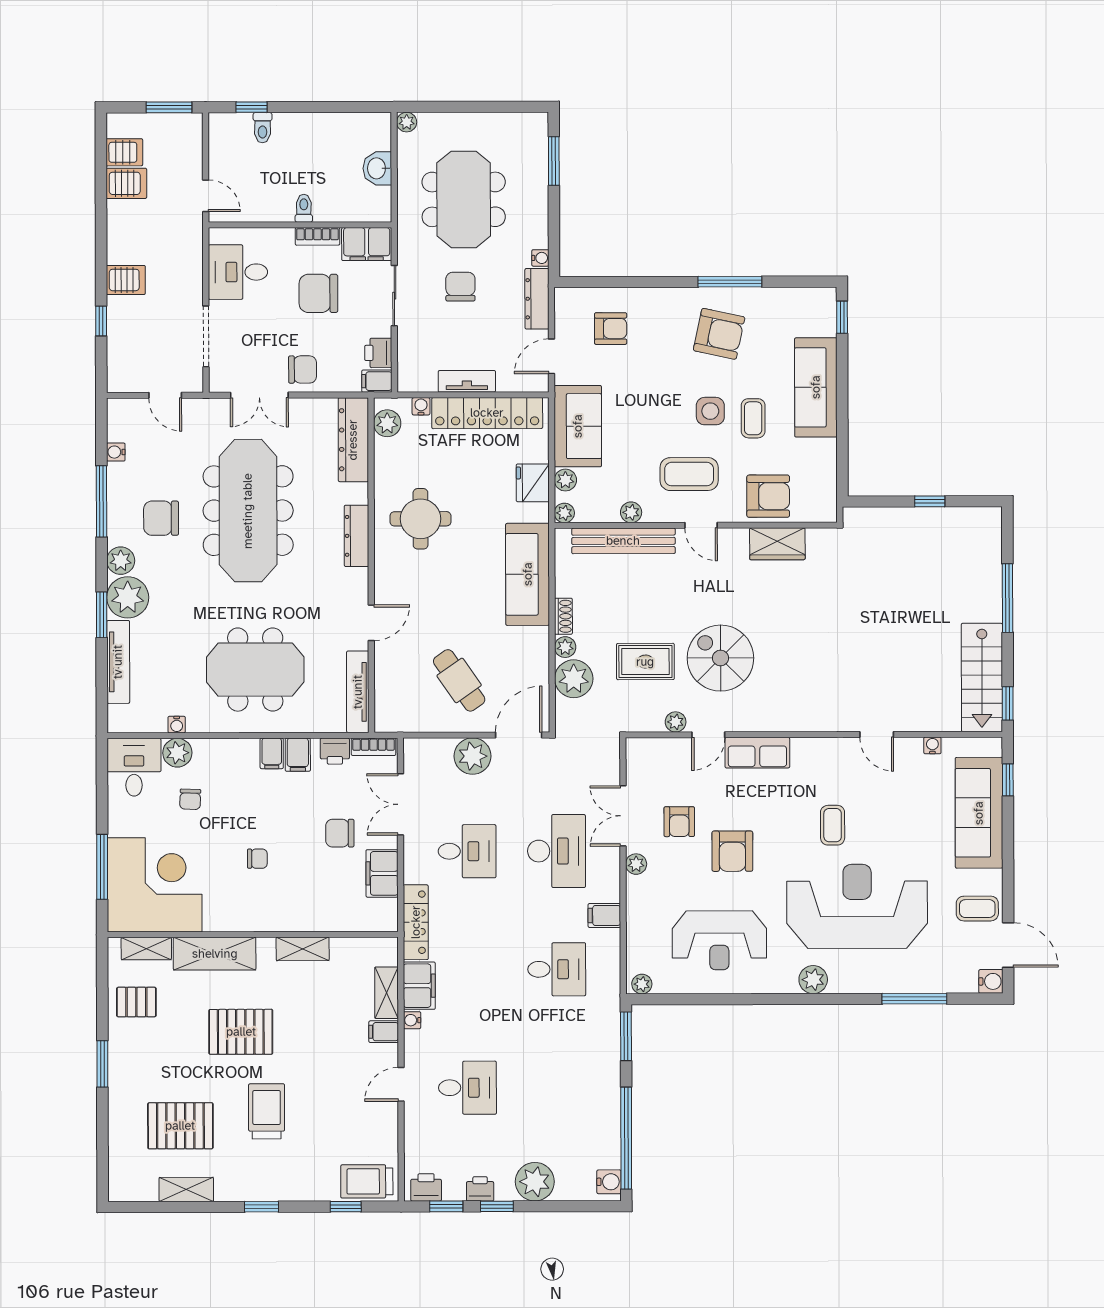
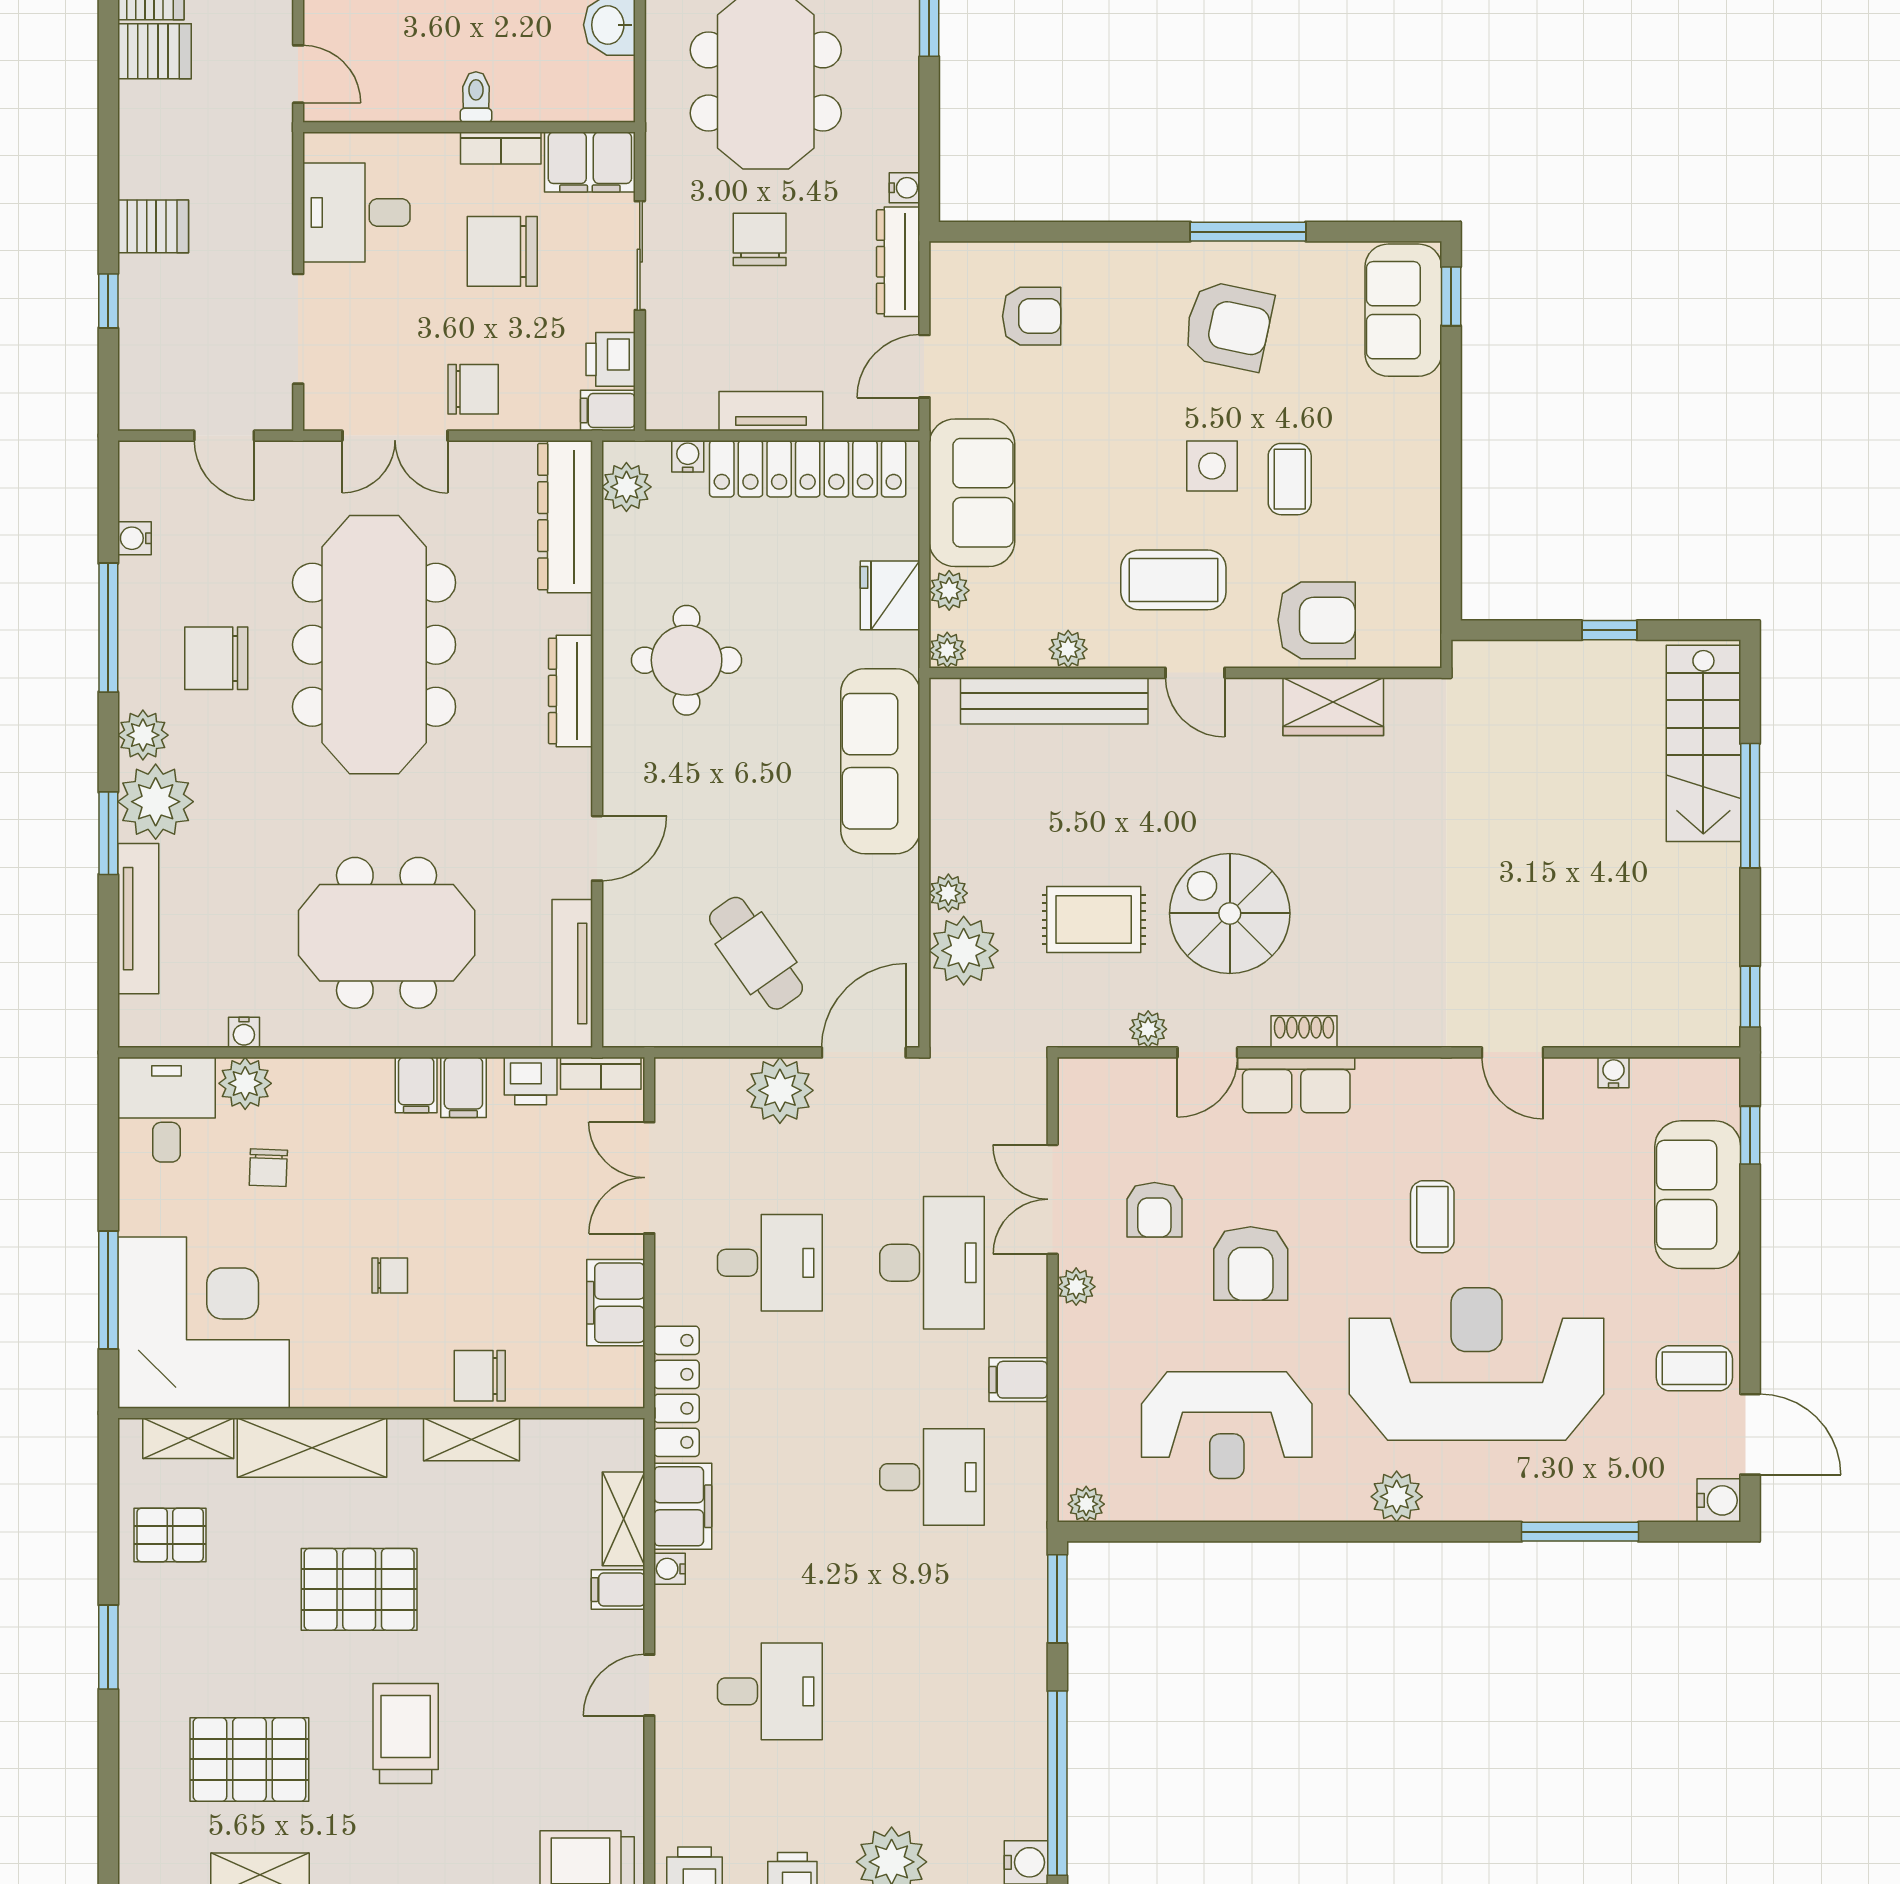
sofa: (816, 387) -> (1403, 310), moved, width x0.73
shoe rack: (563, 616) -> (1304, 1032), moved, turned -90
stairs: (982, 677) -> (1703, 743), moved
sofa: (979, 813) -> (1698, 1195), width x0.73
chair: (340, 833) -> (480, 1376), moved

